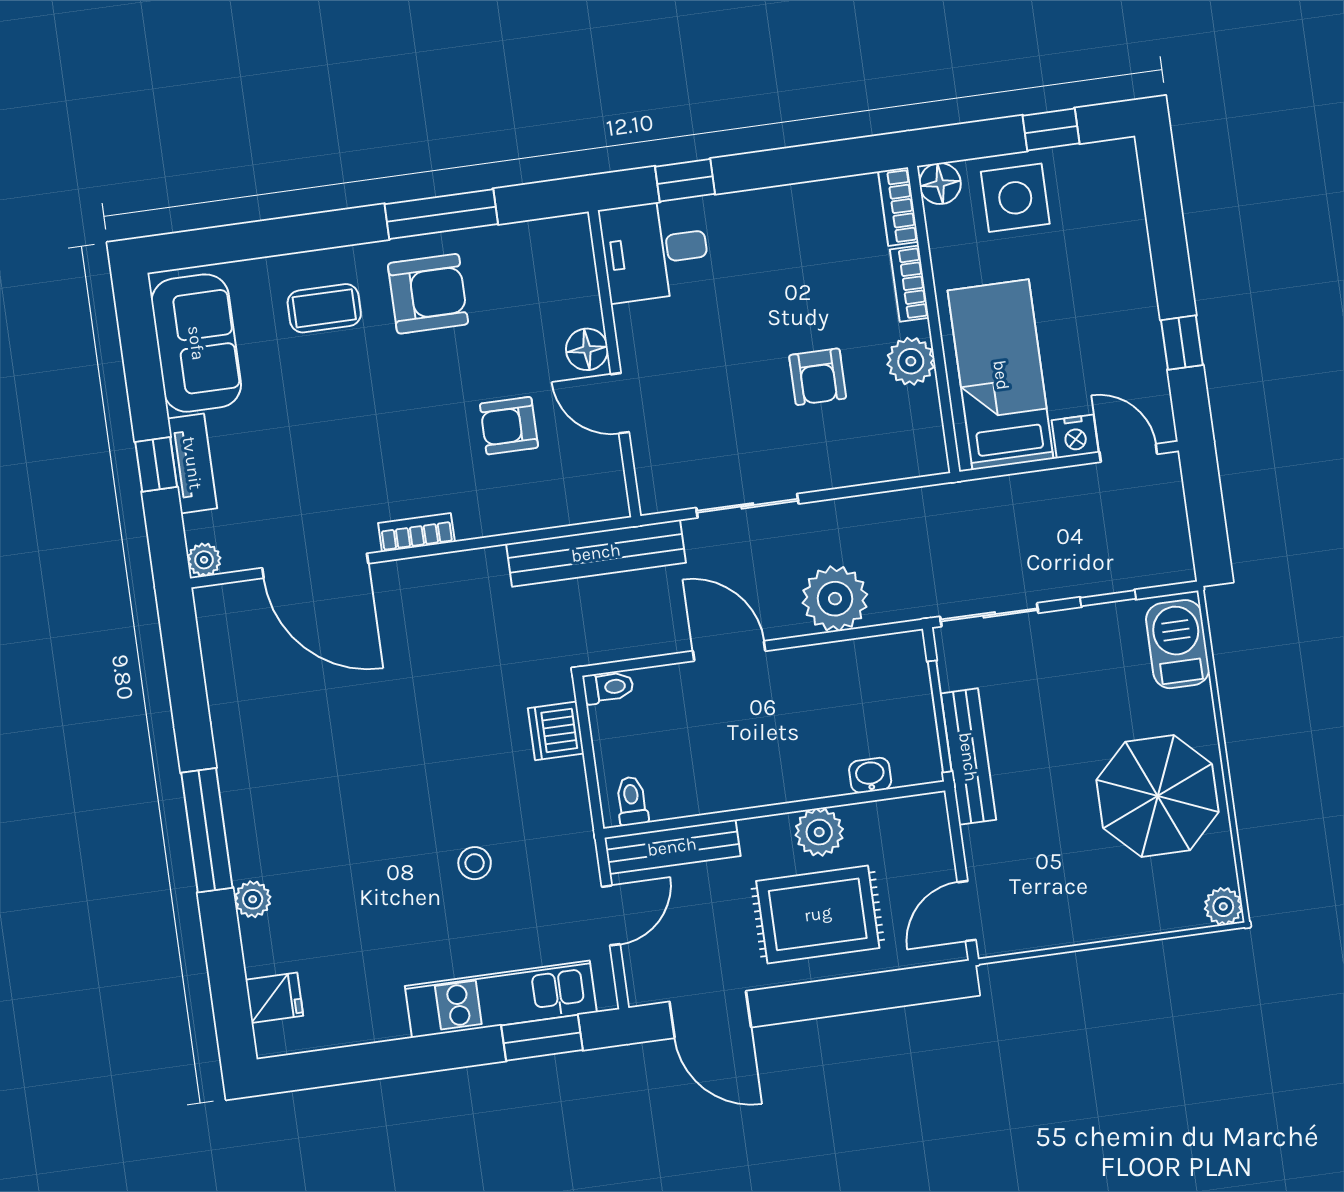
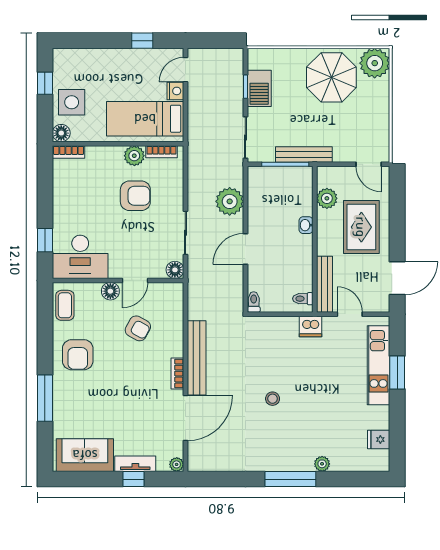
window: (441, 214) -> (45, 398), moved
desk: (655, 250) -> (80, 257), width x1.37
bookcase: (909, 284) -> (161, 152), moved
armchair: (428, 294) -> (78, 355), turned 180
coffee table: (324, 308) -> (65, 305), moved
armchair: (818, 377) -> (135, 196), width x1.38, depth x1.38
armchair: (509, 426) -> (138, 328), turned -61
floor lamp: (658, 493) -> (175, 270), added
bench: (596, 553) -> (197, 358), moved
barbecue: (1178, 644) -> (259, 88), moved, turned -90
dishwasher: (556, 731) -> (310, 326), moved
washbasin: (870, 775) -> (306, 225), moved
plant: (819, 832) -> (327, 198), moved
stool: (475, 863) -> (273, 399), moved
plant: (1223, 906) -> (375, 63), width x1.88, depth x1.88
fridge: (274, 998) -> (379, 439), moved, turned -90
window: (542, 1038) -> (397, 372), moved

